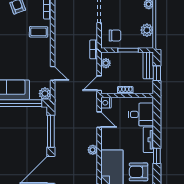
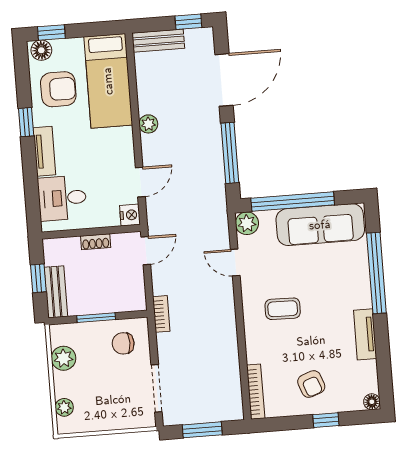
coffee table: (39, 32) -> (283, 309), moved
plant: (106, 63) -> (136, 290), removed
door: (99, 120) -> (140, 182), swing flipped

